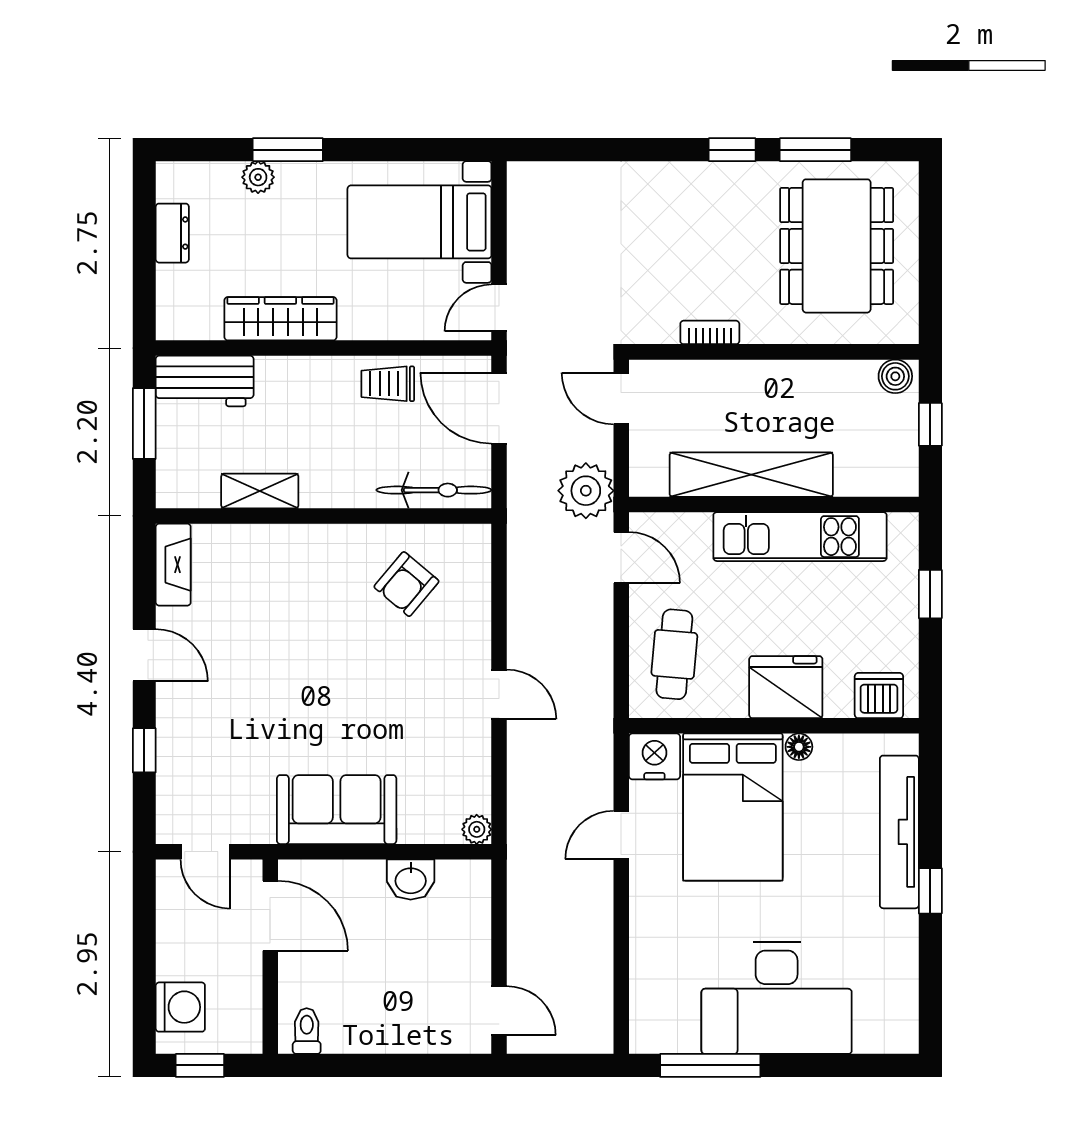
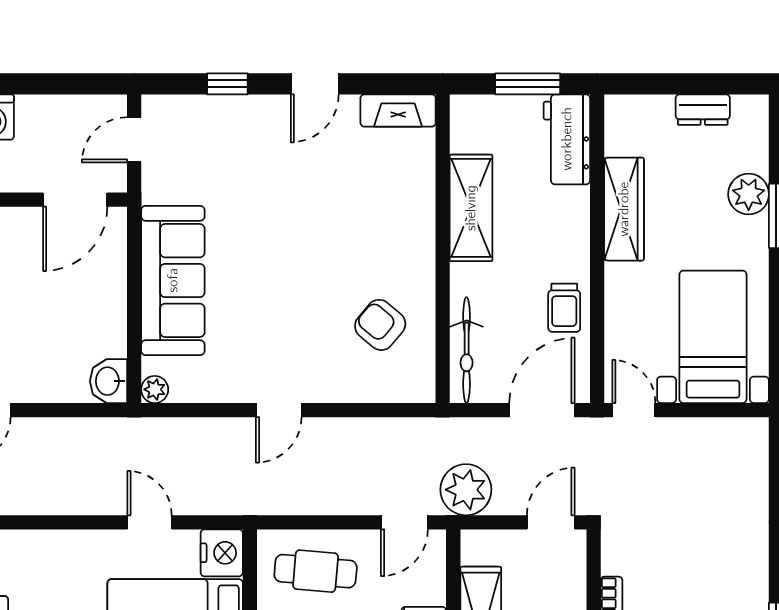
plant: (258, 177) -> (749, 194), width x1.38, depth x1.38
trolley: (388, 384) -> (564, 308), turned 180
shelving: (260, 491) -> (471, 208), width x1.50, depth x1.33
sofa: (337, 810) -> (173, 280), width x1.36
washbasin: (411, 880) -> (109, 381), moved

